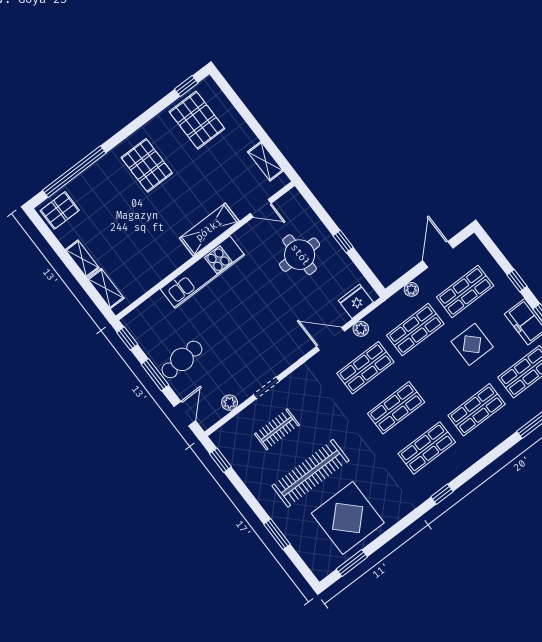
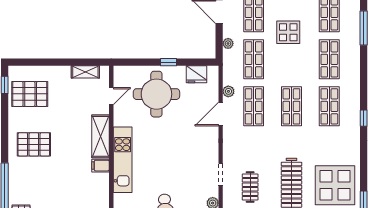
filing cabinet: (178, 253) -> (100, 166), added
round table: (300, 255) -> (156, 94), width x1.36, depth x1.36
fridge: (356, 301) -> (197, 74), moved, turned -90

